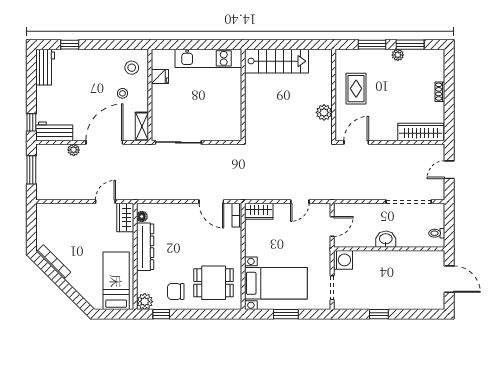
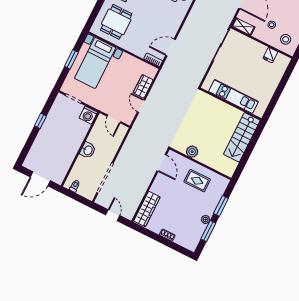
kitchen unit: (208, 58) -> (234, 96), moved, turned 90
wardrobe: (259, 211) -> (143, 86), moved

